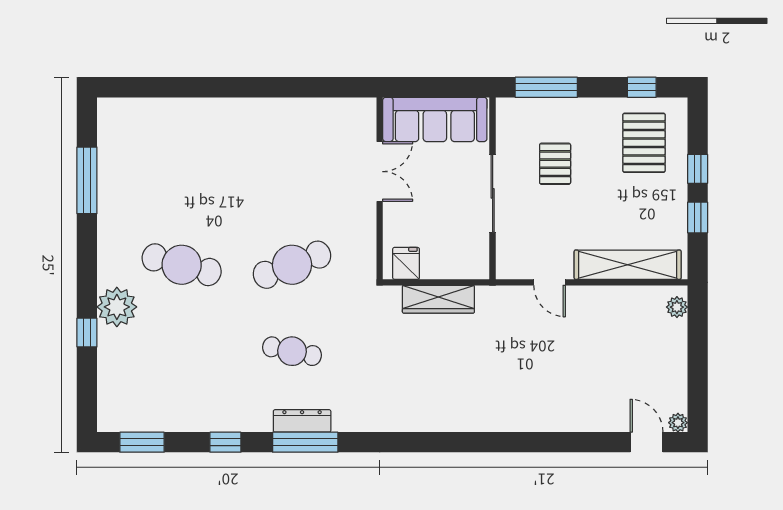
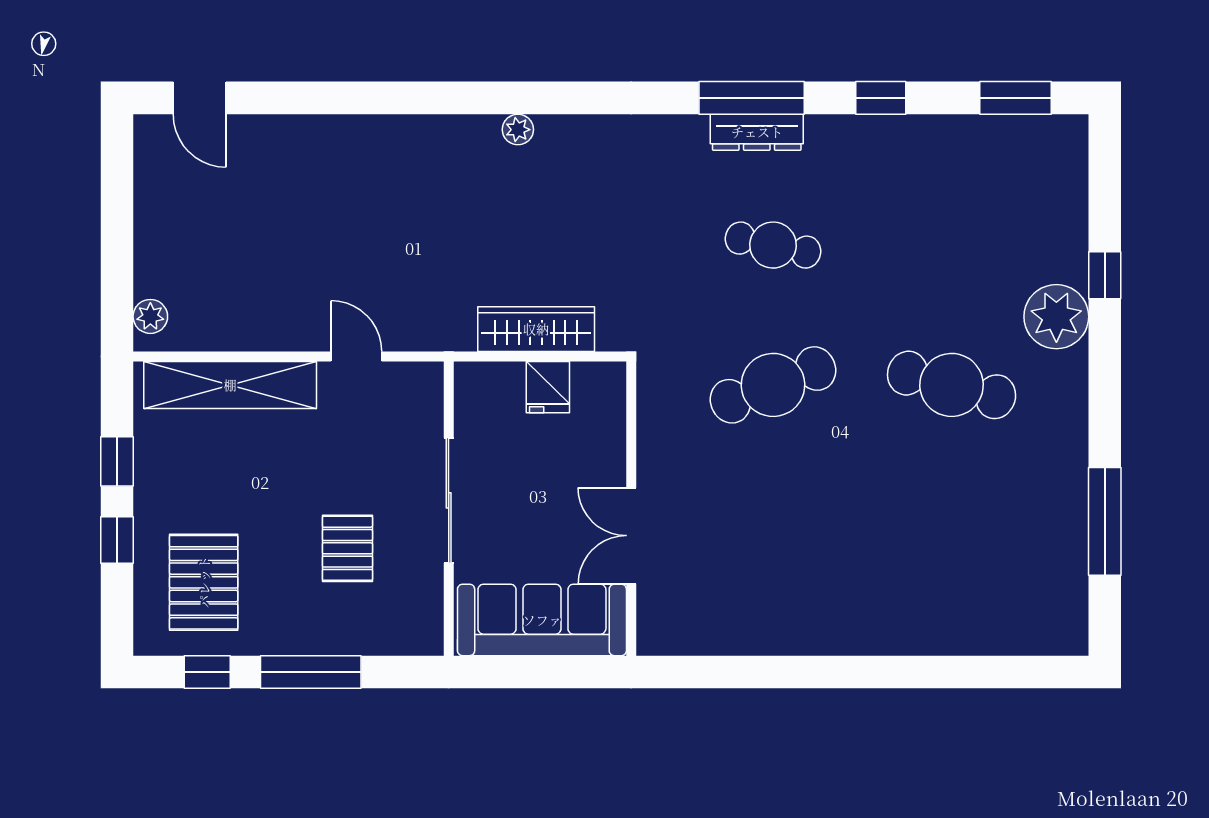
window: (546, 87) -> (311, 672), moved
fridge: (406, 263) -> (548, 387), moved
plant: (678, 423) -> (518, 130), moved

